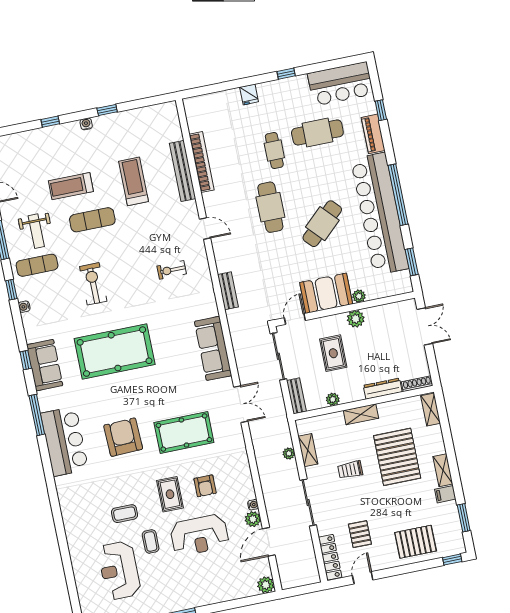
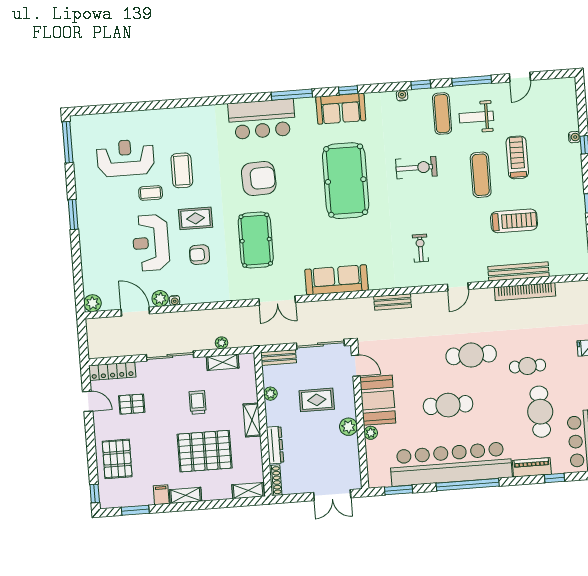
water cooler: (86, 124) -> (574, 137), moved
cafe table: (322, 224) -> (448, 405), turned -47
coffee table: (125, 514) -> (182, 170), width x1.36, depth x1.30

